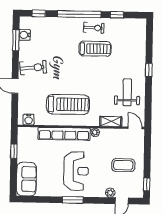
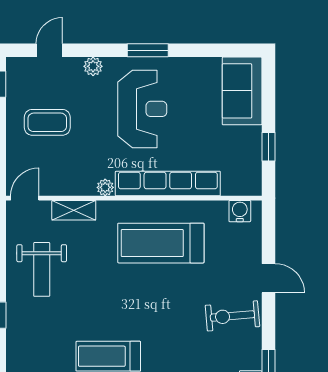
door: (135, 128) -> (25, 198), swing flipped
reception desk: (76, 171) -> (142, 109), turned 180
plant: (110, 193) -> (93, 66), moved

